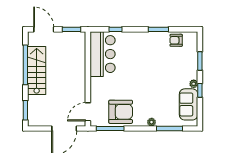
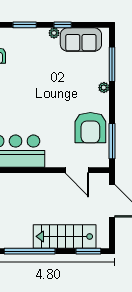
stairs: (37, 70) -> (65, 236), moved
door: (88, 112) -> (77, 170), moved
armchair: (121, 112) -> (90, 128), turned 180

